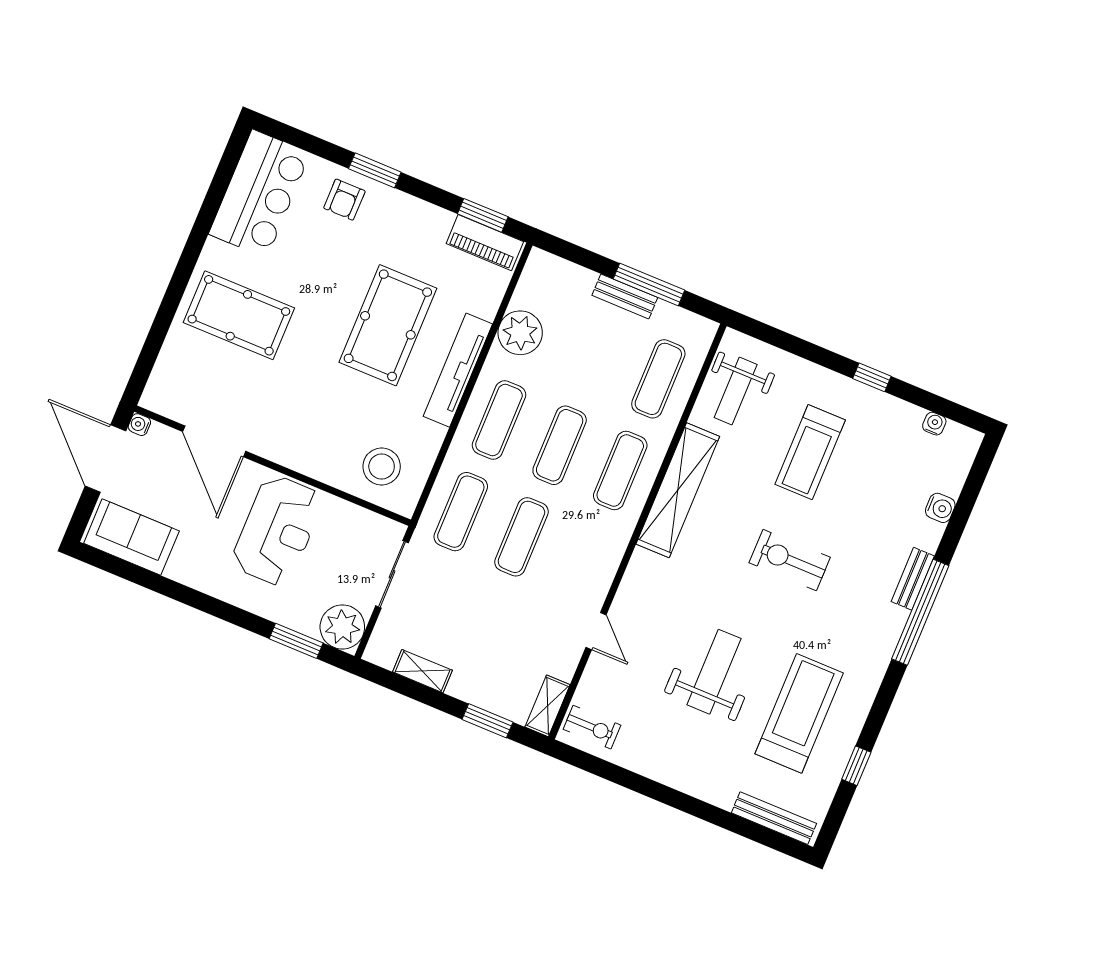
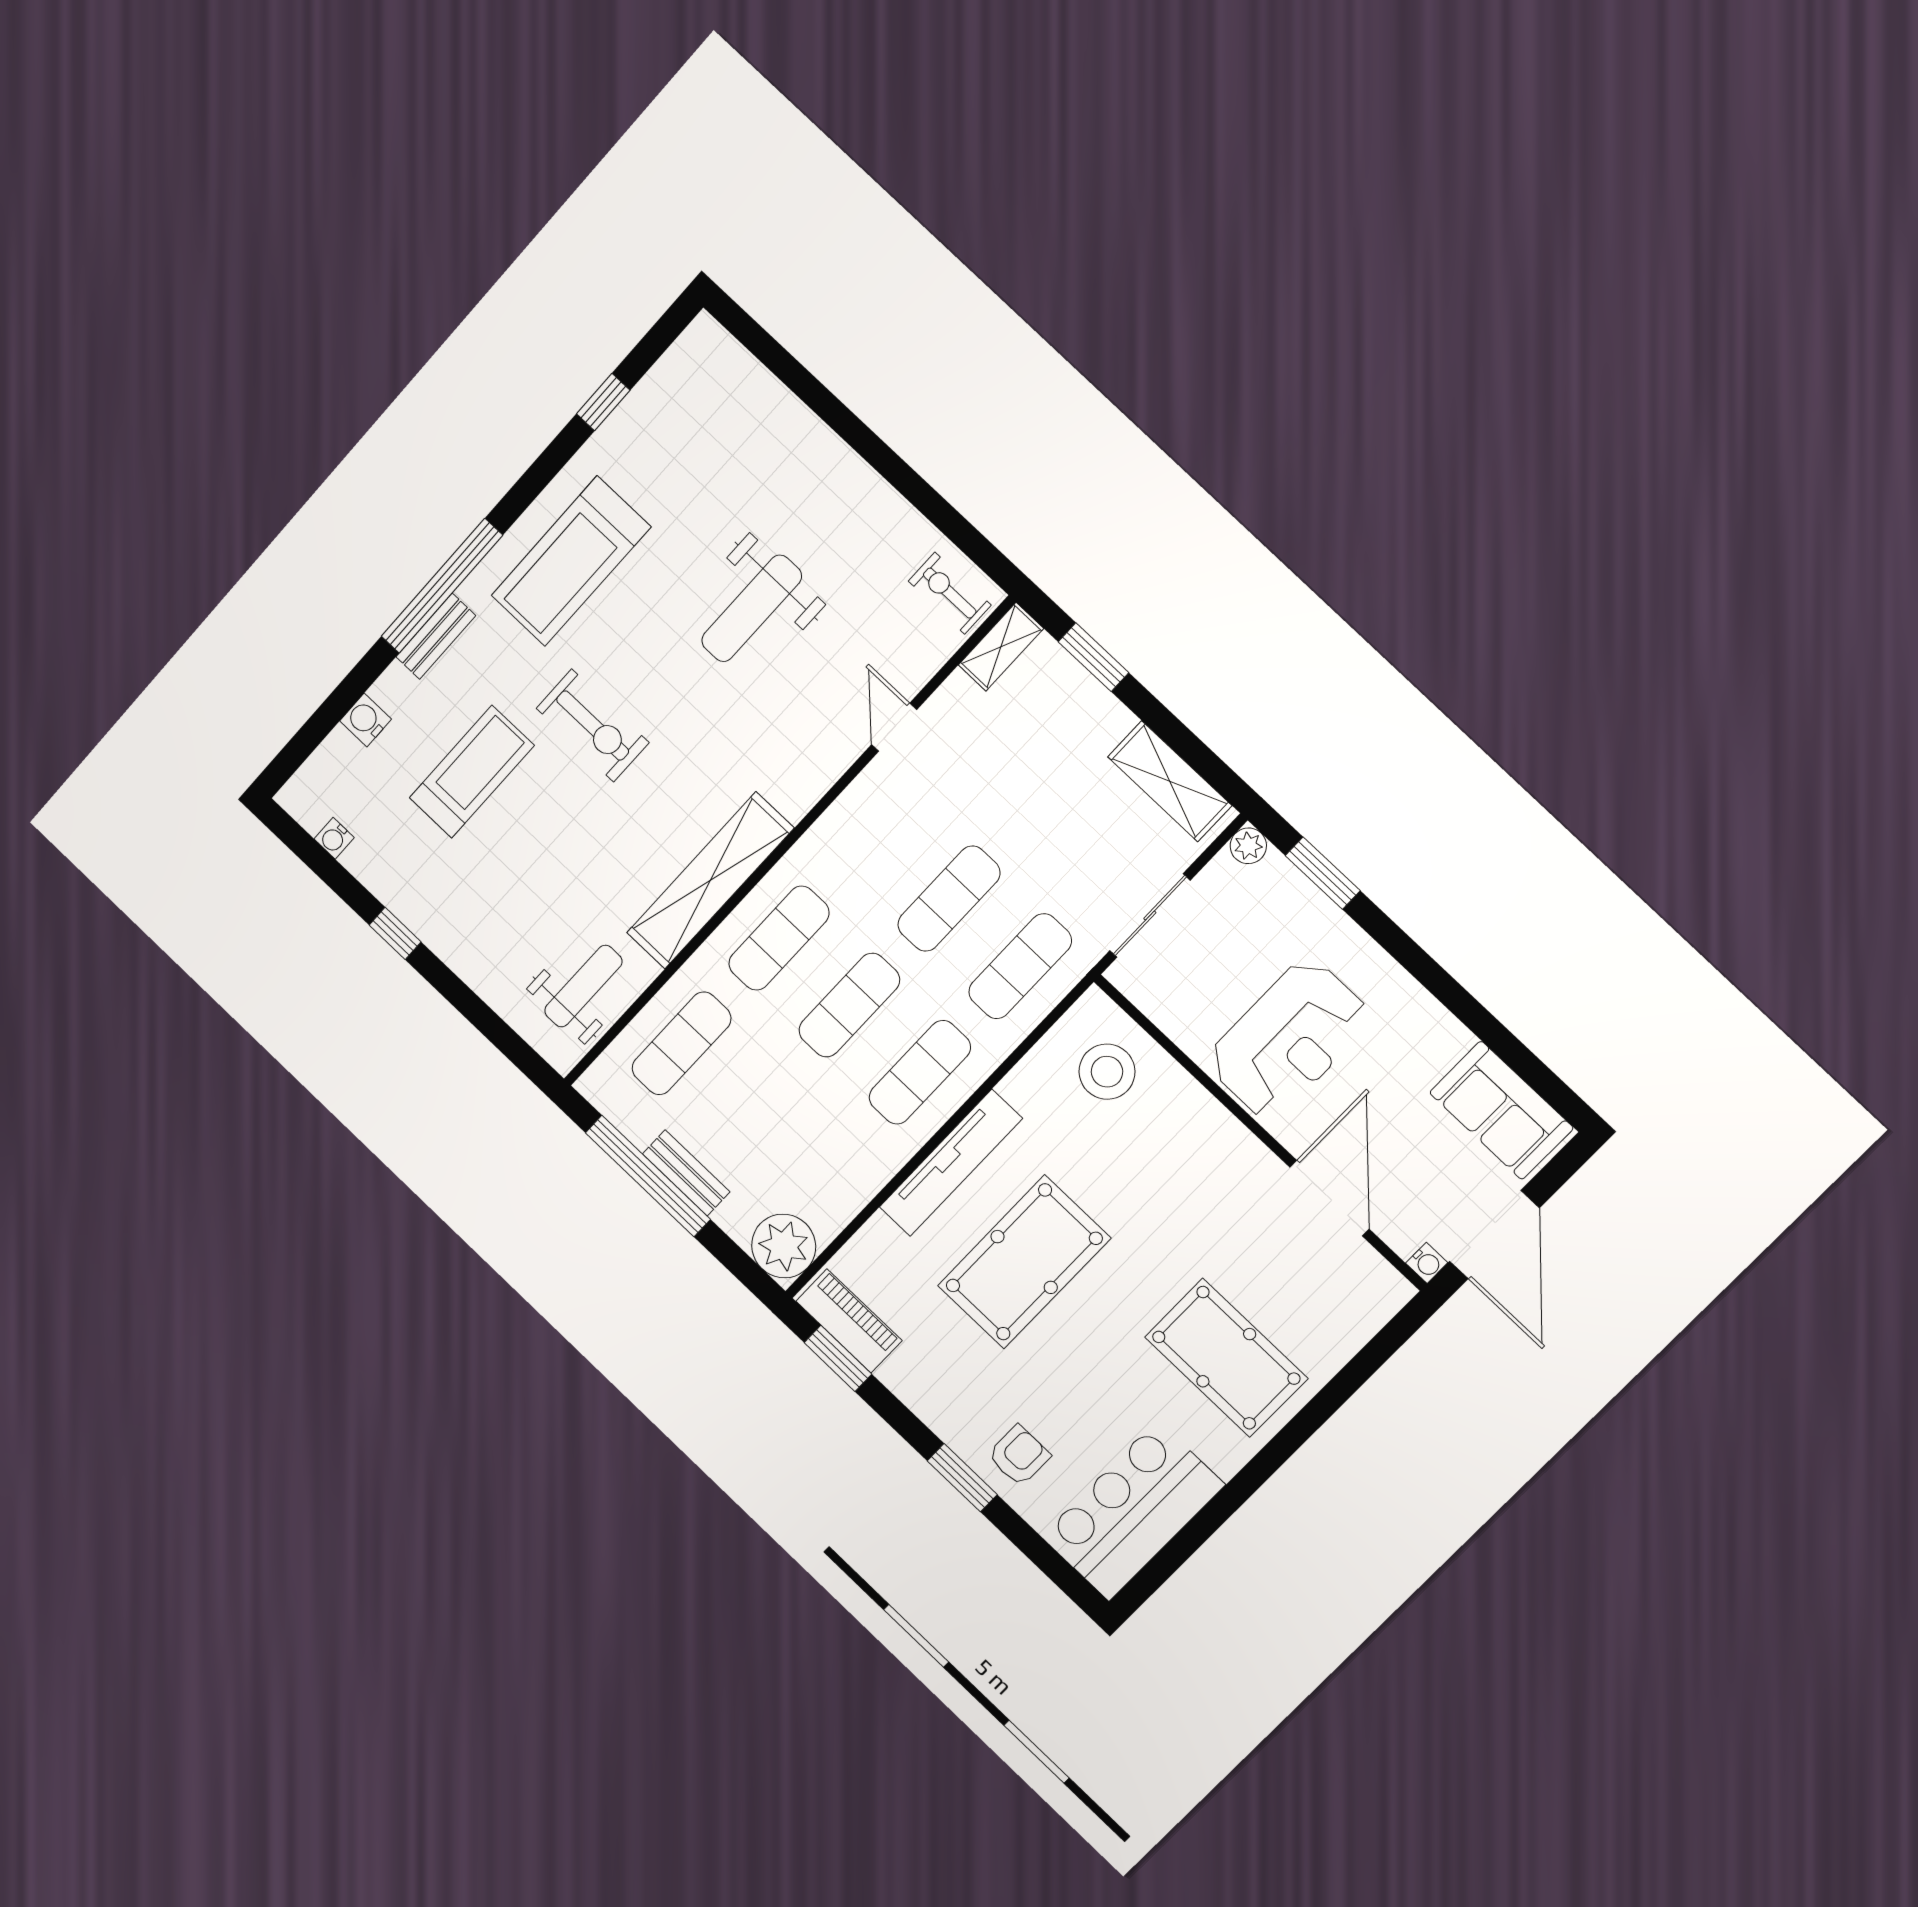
window: (649, 285) -> (648, 1176), width x1.46
plant: (520, 333) -> (784, 1246), moved
treadmill: (810, 452) -> (472, 772), moved
reception desk: (277, 530) -> (1289, 1039), turned 180
plant: (342, 627) -> (1248, 846), width x0.53, depth x0.53
shelving: (422, 671) -> (1170, 781), width x1.50, depth x1.33
treadmill: (799, 713) -> (571, 561), moved
bench: (774, 818) -> (743, 369), removed

